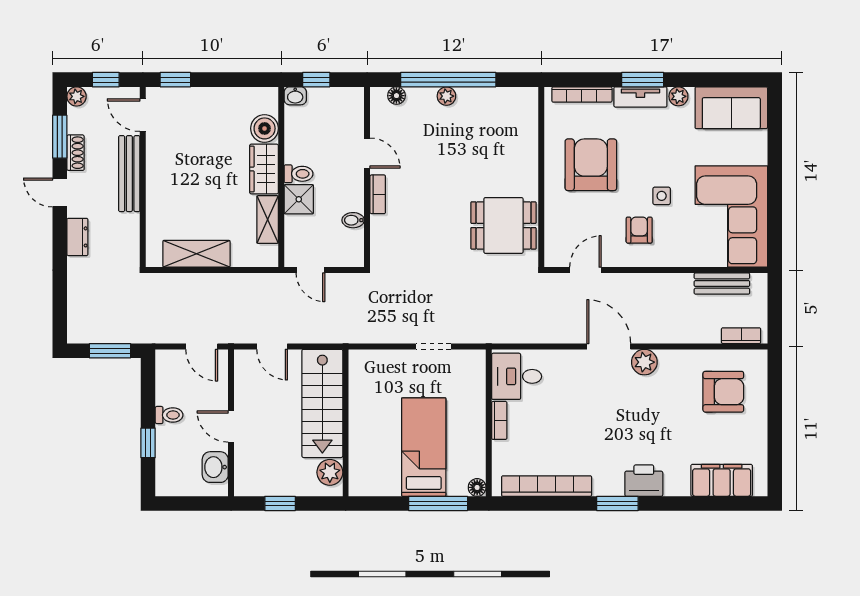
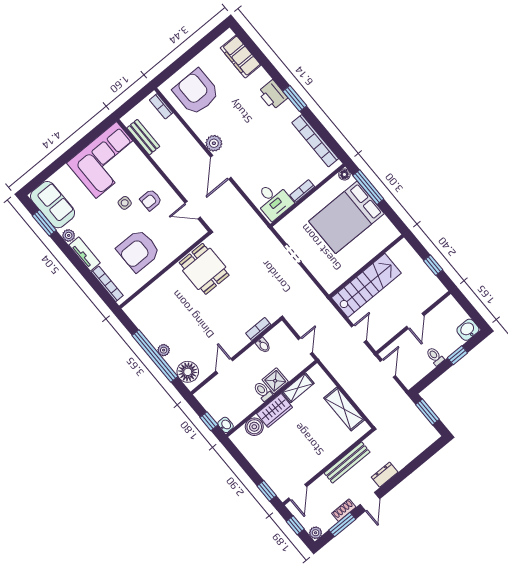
window: (643, 80) -> (44, 223), moved
floor lamp: (396, 96) -> (188, 372), width x1.89, depth x1.89
bench: (129, 174) -> (347, 463), moved
bookcase: (378, 194) -> (258, 329), moved
armchair: (723, 392) -> (196, 92), width x1.36, depth x1.36
bed: (424, 447) -> (346, 217), width x1.50
washbasin: (215, 467) -> (468, 330), moved, turned 180
plant: (330, 472) -> (397, 253), removed

